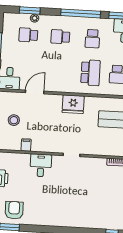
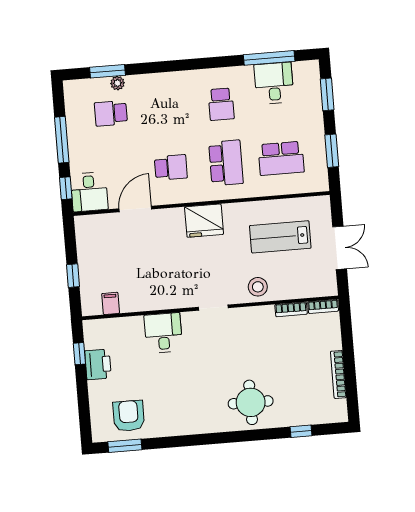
window: (81, 13) -> (195, 64), removed
school desk: (60, 37) -> (171, 167), moved, turned 180
stool: (14, 120) -> (258, 287), moved
filing cabinet: (26, 145) -> (111, 303), moved
round table: (85, 212) -> (251, 402), added

